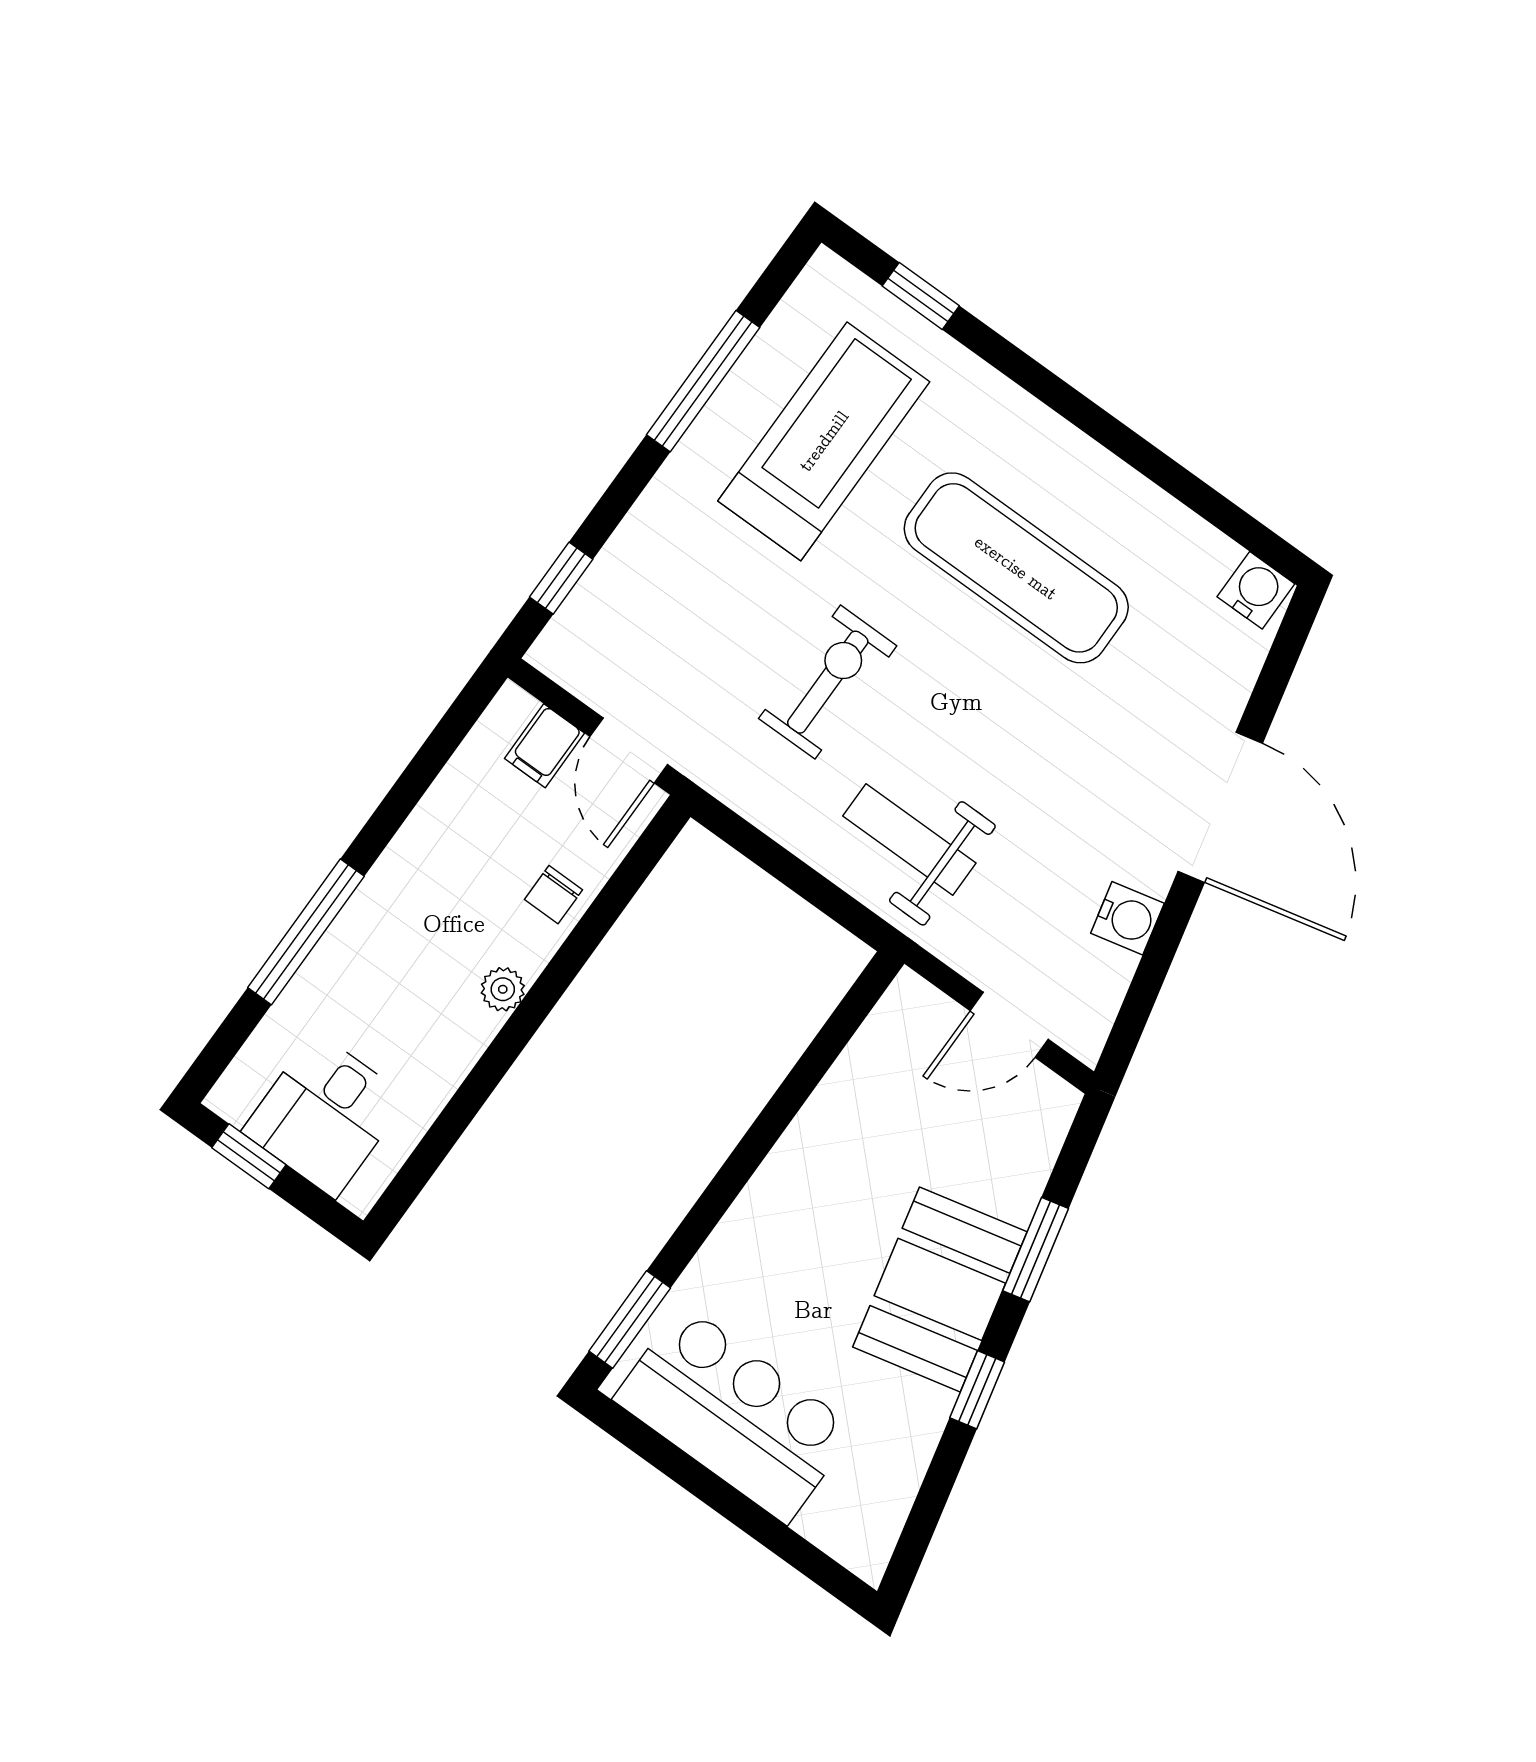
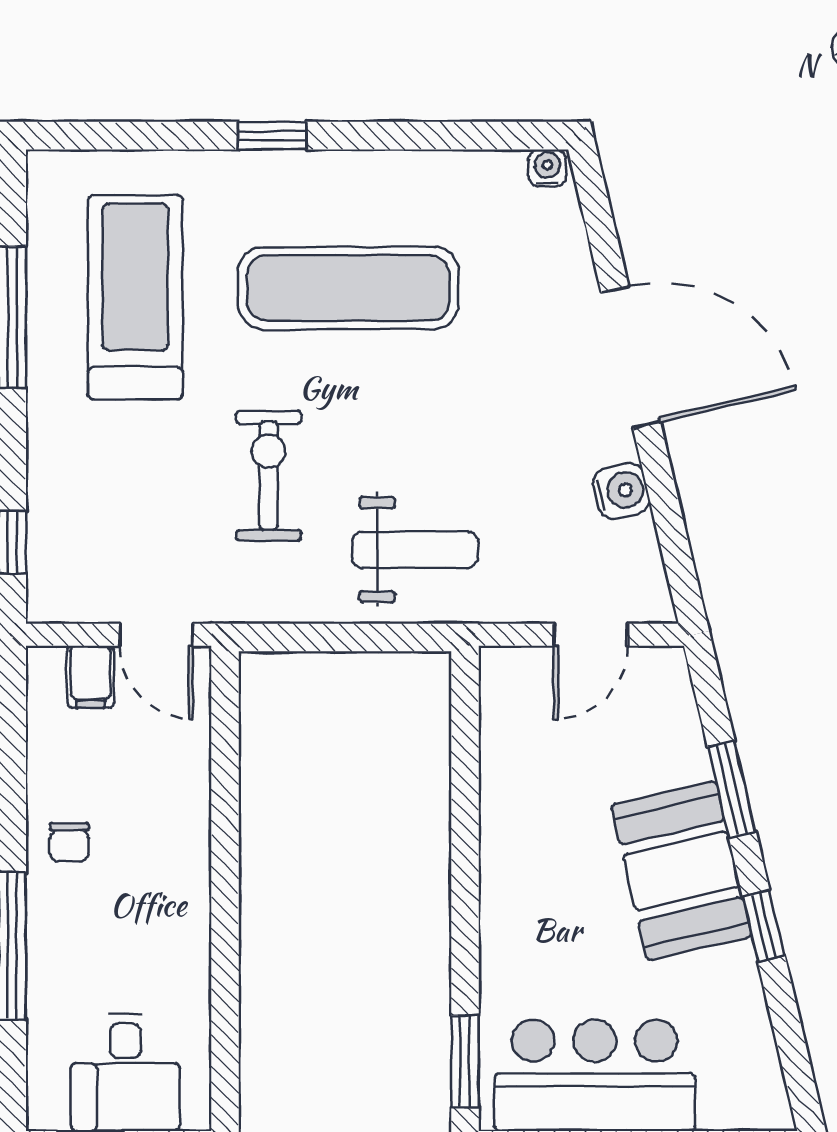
window: (921, 296) -> (272, 136), moved
water cooler: (1256, 590) -> (547, 168), width x0.72, depth x0.72
weight bench: (909, 839) -> (415, 550), turned 180
chair: (553, 895) -> (69, 842), moved
plant: (503, 989) -> (191, 882), removed

